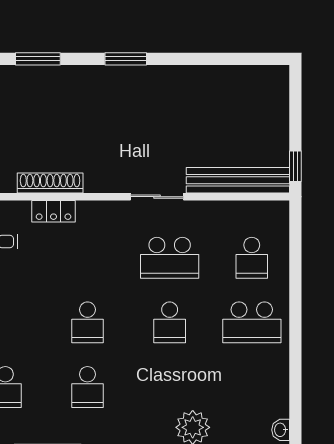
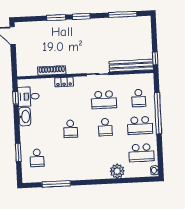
window: (38, 59) -> (56, 18), moved
window: (224, 59) -> (123, 14), added
locker: (54, 211) -> (64, 82), moved
window: (295, 296) -> (158, 113), added
school desk: (87, 387) -> (141, 153), moved, width x1.85

